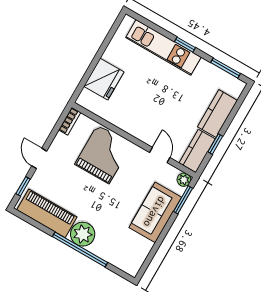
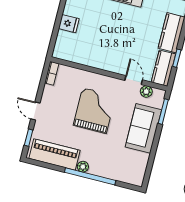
fridge: (104, 79) -> (69, 24), width x0.53, depth x0.75
grand piano: (103, 154) -> (94, 111), moved
plant: (184, 180) -> (146, 91), moved
plant: (83, 234) -> (83, 167), width x0.53, depth x0.53

